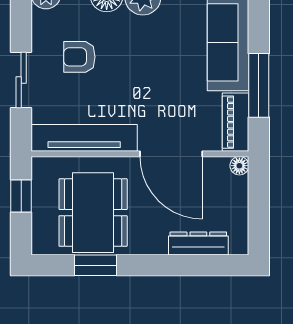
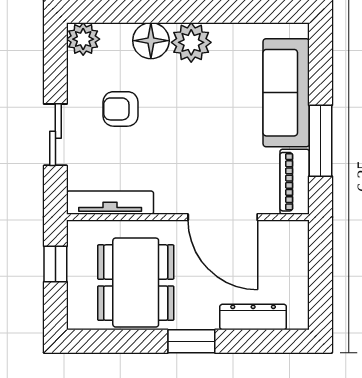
tv unit: (84, 138) -> (110, 203), width x0.73, depth x0.78
floor lamp: (239, 166) -> (299, 230), removed
window: (95, 265) -> (191, 341), moved

